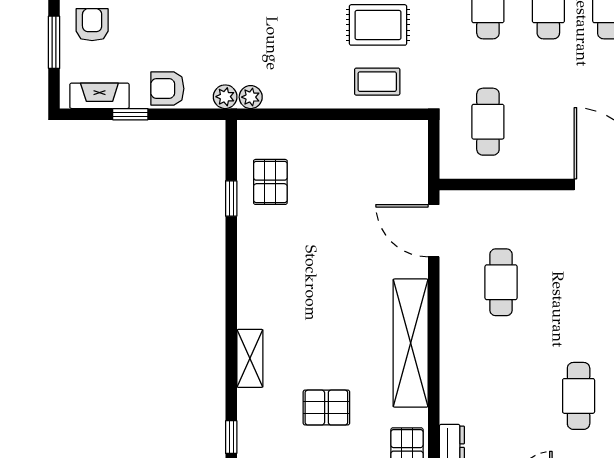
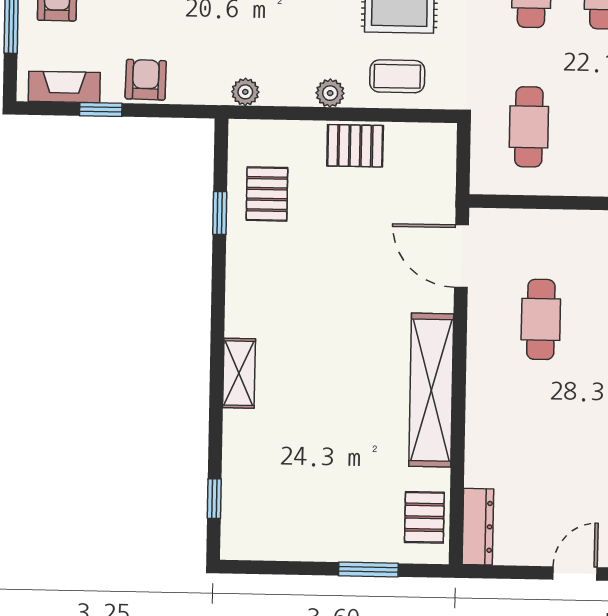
armchair: (167, 89) -> (146, 80), turned 91
plant: (225, 97) -> (330, 93), moved
shelving: (250, 358) -> (239, 373), moved
pallet: (326, 408) -> (355, 146), moved

